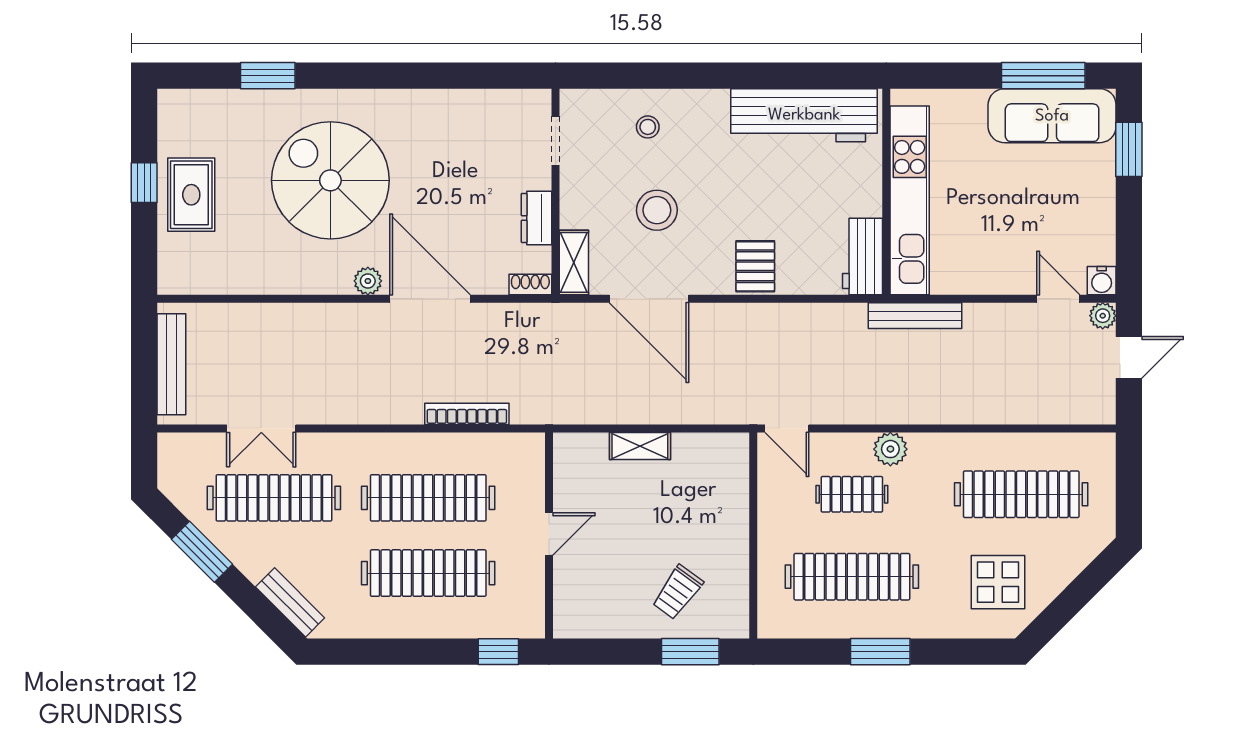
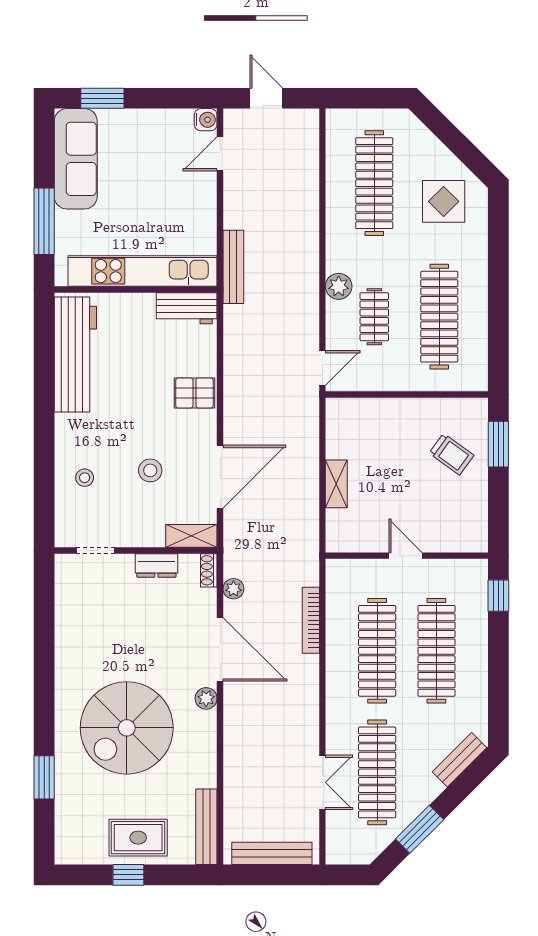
window: (1043, 76) -> (44, 221), moved
stool: (657, 210) -> (150, 470), width x0.73, depth x0.73
bench: (205, 281) -> (206, 827), added
door: (430, 299) -> (220, 649), swing flipped
plant: (1103, 316) -> (233, 589), moved
window: (880, 652) -> (498, 294), removed

